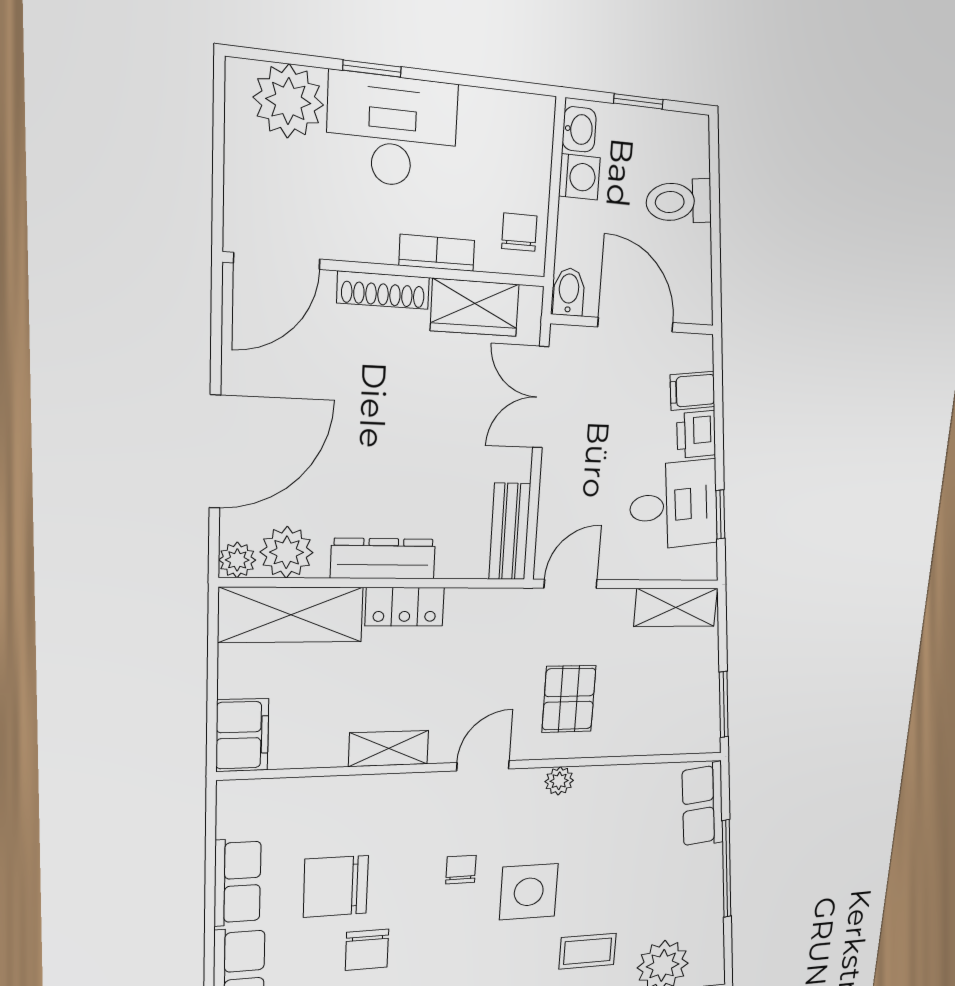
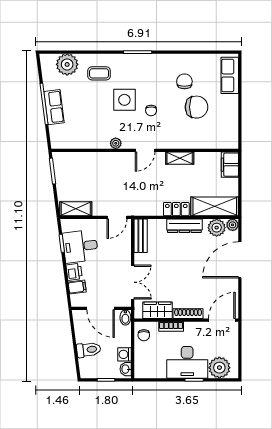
pallet: (569, 699) -> (114, 175), removed
row of seats: (703, 805) -> (54, 107), moved
row of seats: (237, 882) -> (231, 111), removed

